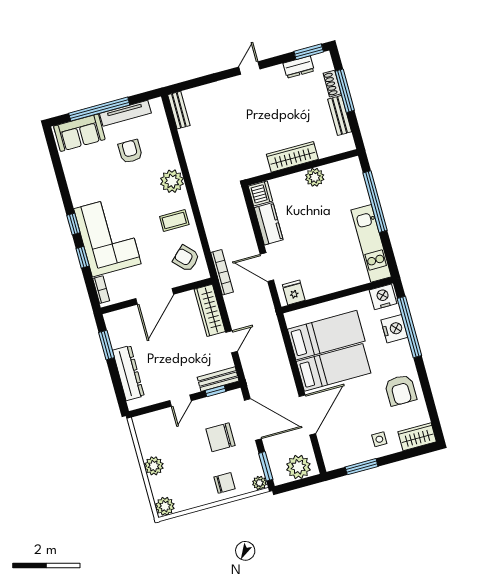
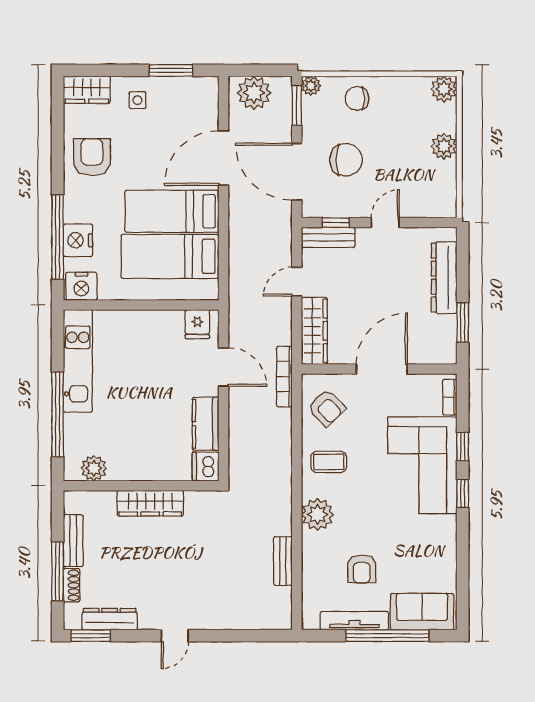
dresser: (299, 67) -> (110, 619), width x1.44
bench: (179, 110) -> (283, 561), moved
plant: (315, 177) -> (94, 468), moved

